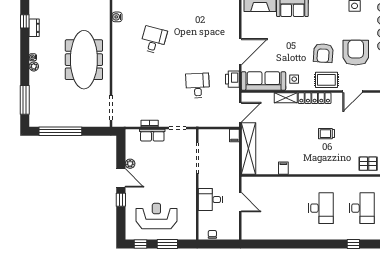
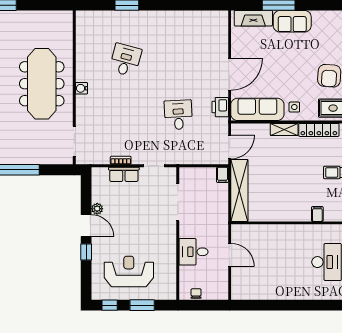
water cooler: (117, 17) -> (81, 88), moved
filing cabinet: (283, 168) -> (317, 214), moved

